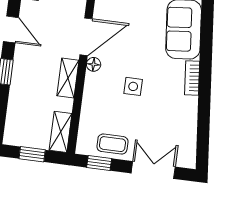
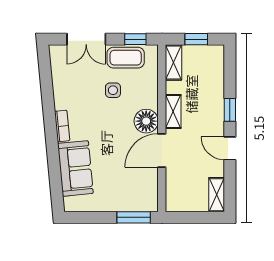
floor lamp: (94, 64) -> (146, 121), width x1.89, depth x1.89
side table: (133, 86) -> (113, 90), moved
coffee table: (112, 144) -> (126, 58), width x1.36, depth x1.30

